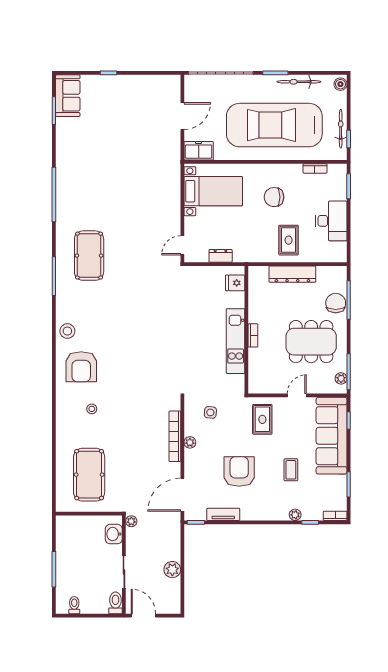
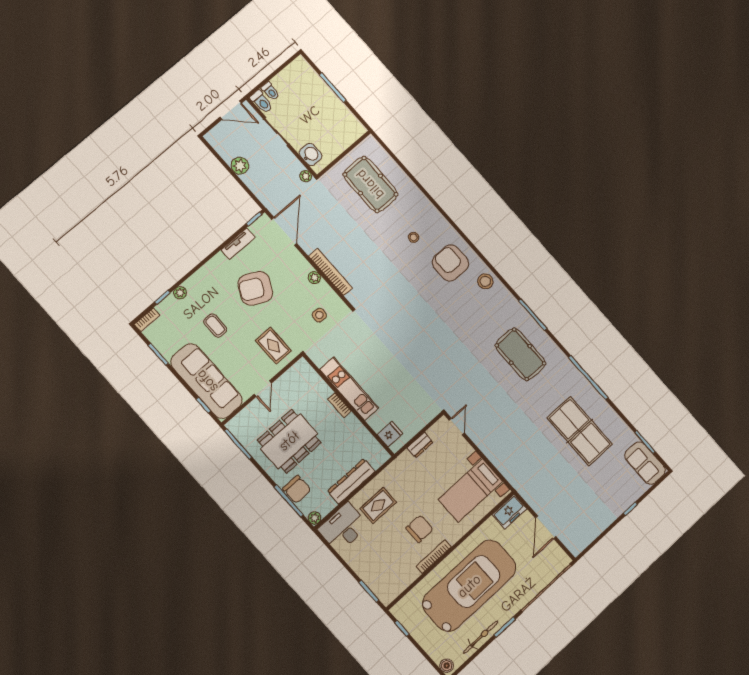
bicycle: (341, 129) -> (415, 631), removed
table tennis table: (95, 162) -> (580, 431), added
bookcase: (315, 168) -> (434, 556), moved, width x1.56
desk: (331, 221) -> (343, 528), moved, turned 90
rug: (289, 240) -> (378, 505), turned 90
plant: (341, 378) -> (315, 518), moved
armchair: (239, 472) -> (255, 288), turned 117
toilet: (74, 605) -> (270, 91), moved

